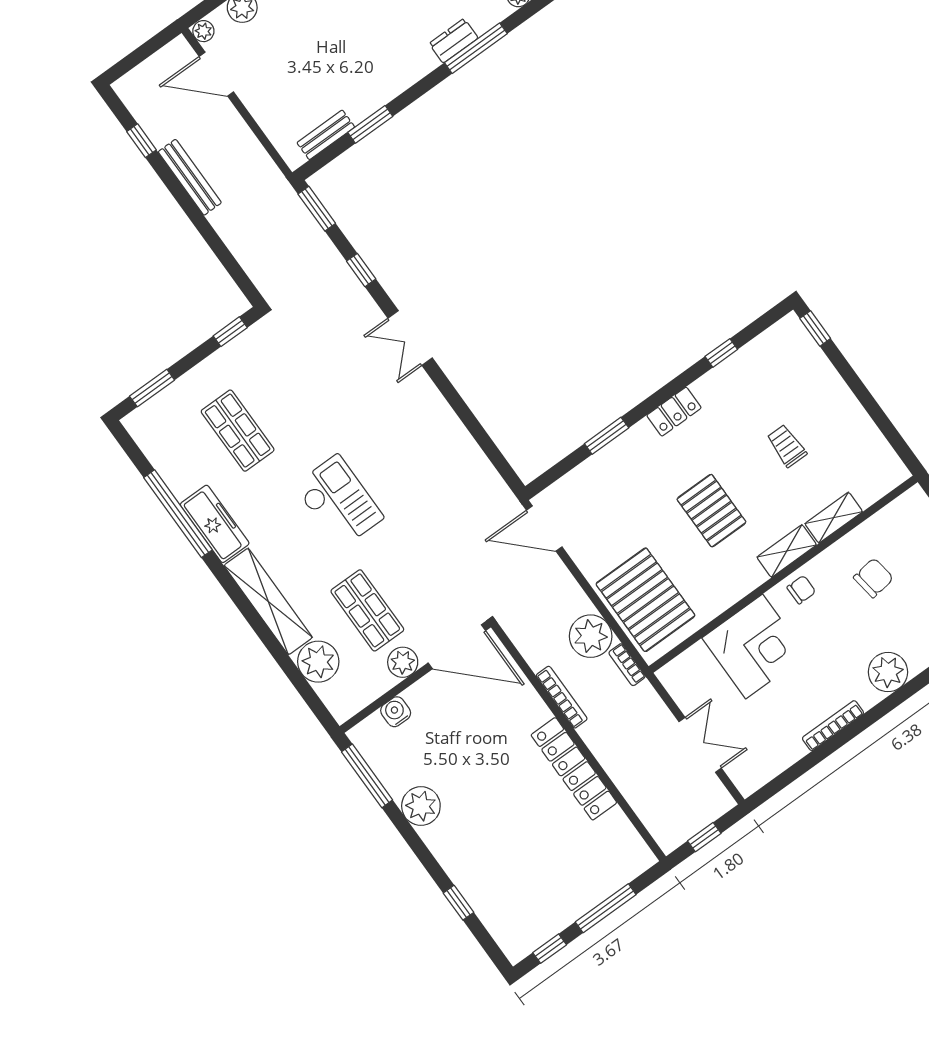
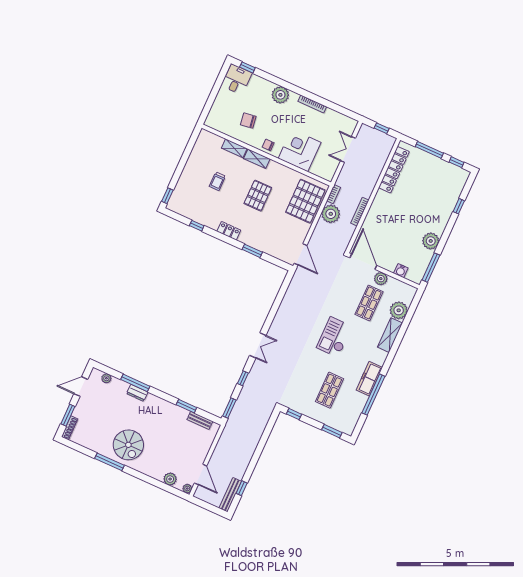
bench: (190, 177) -> (230, 495), moved
shelving: (268, 601) -> (390, 335), width x0.68
locker: (574, 769) -> (394, 170), moved

